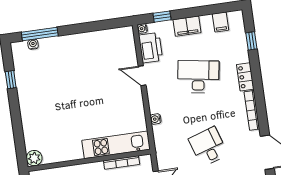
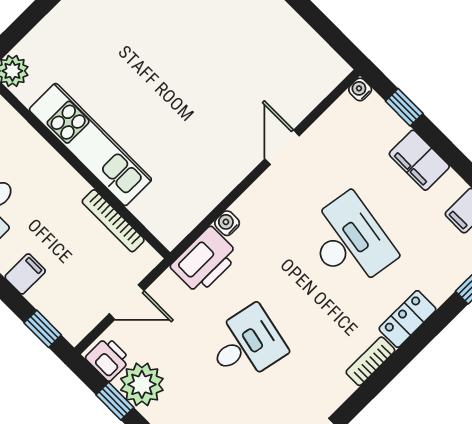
printer: (151, 48) -> (205, 261), moved
bookcase: (252, 110) -> (370, 361), width x0.64
kitchen unit: (116, 145) -> (90, 145), moved
desk: (208, 147) -> (246, 344), turned 30

